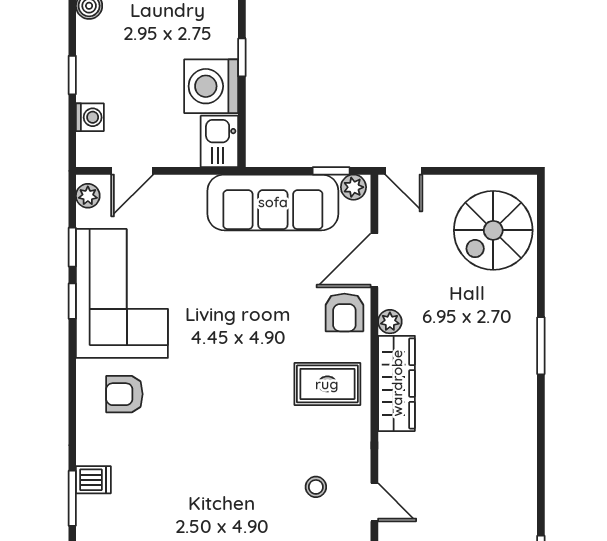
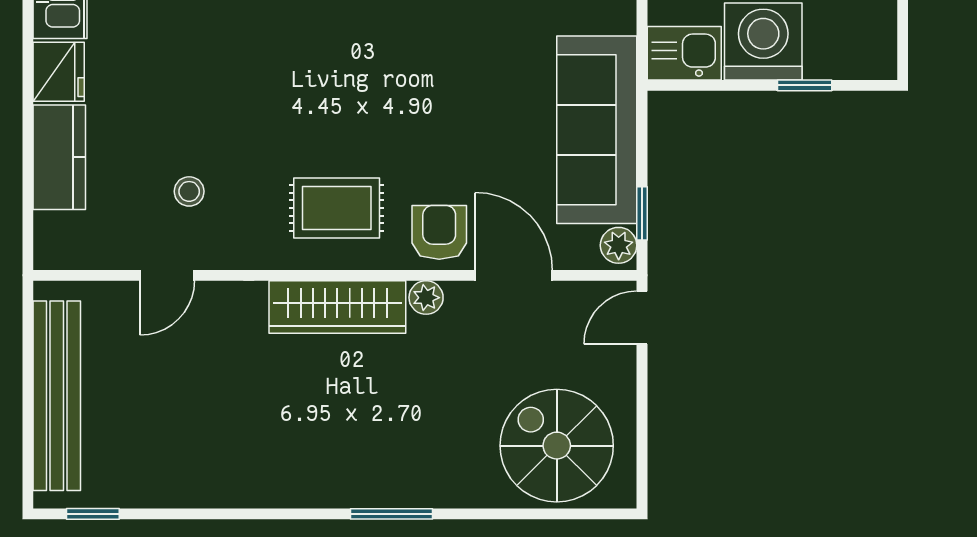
armchair: (344, 312) -> (439, 232), turned 90
rug: (327, 384) -> (337, 208), turned 90

